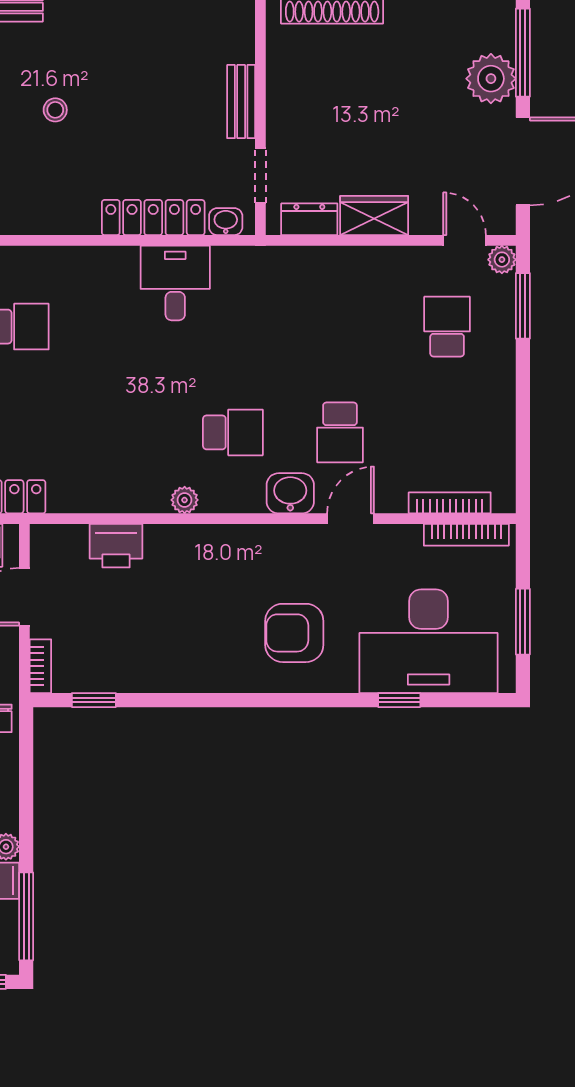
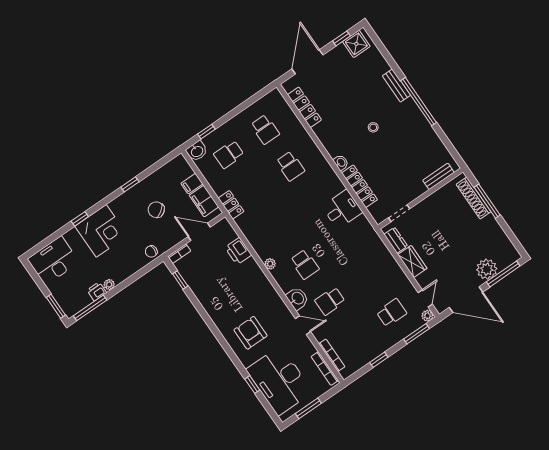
bench: (241, 102) -> (438, 176), moved
washbasin: (226, 222) -> (341, 162), moved
window: (523, 416) -> (379, 360), added

